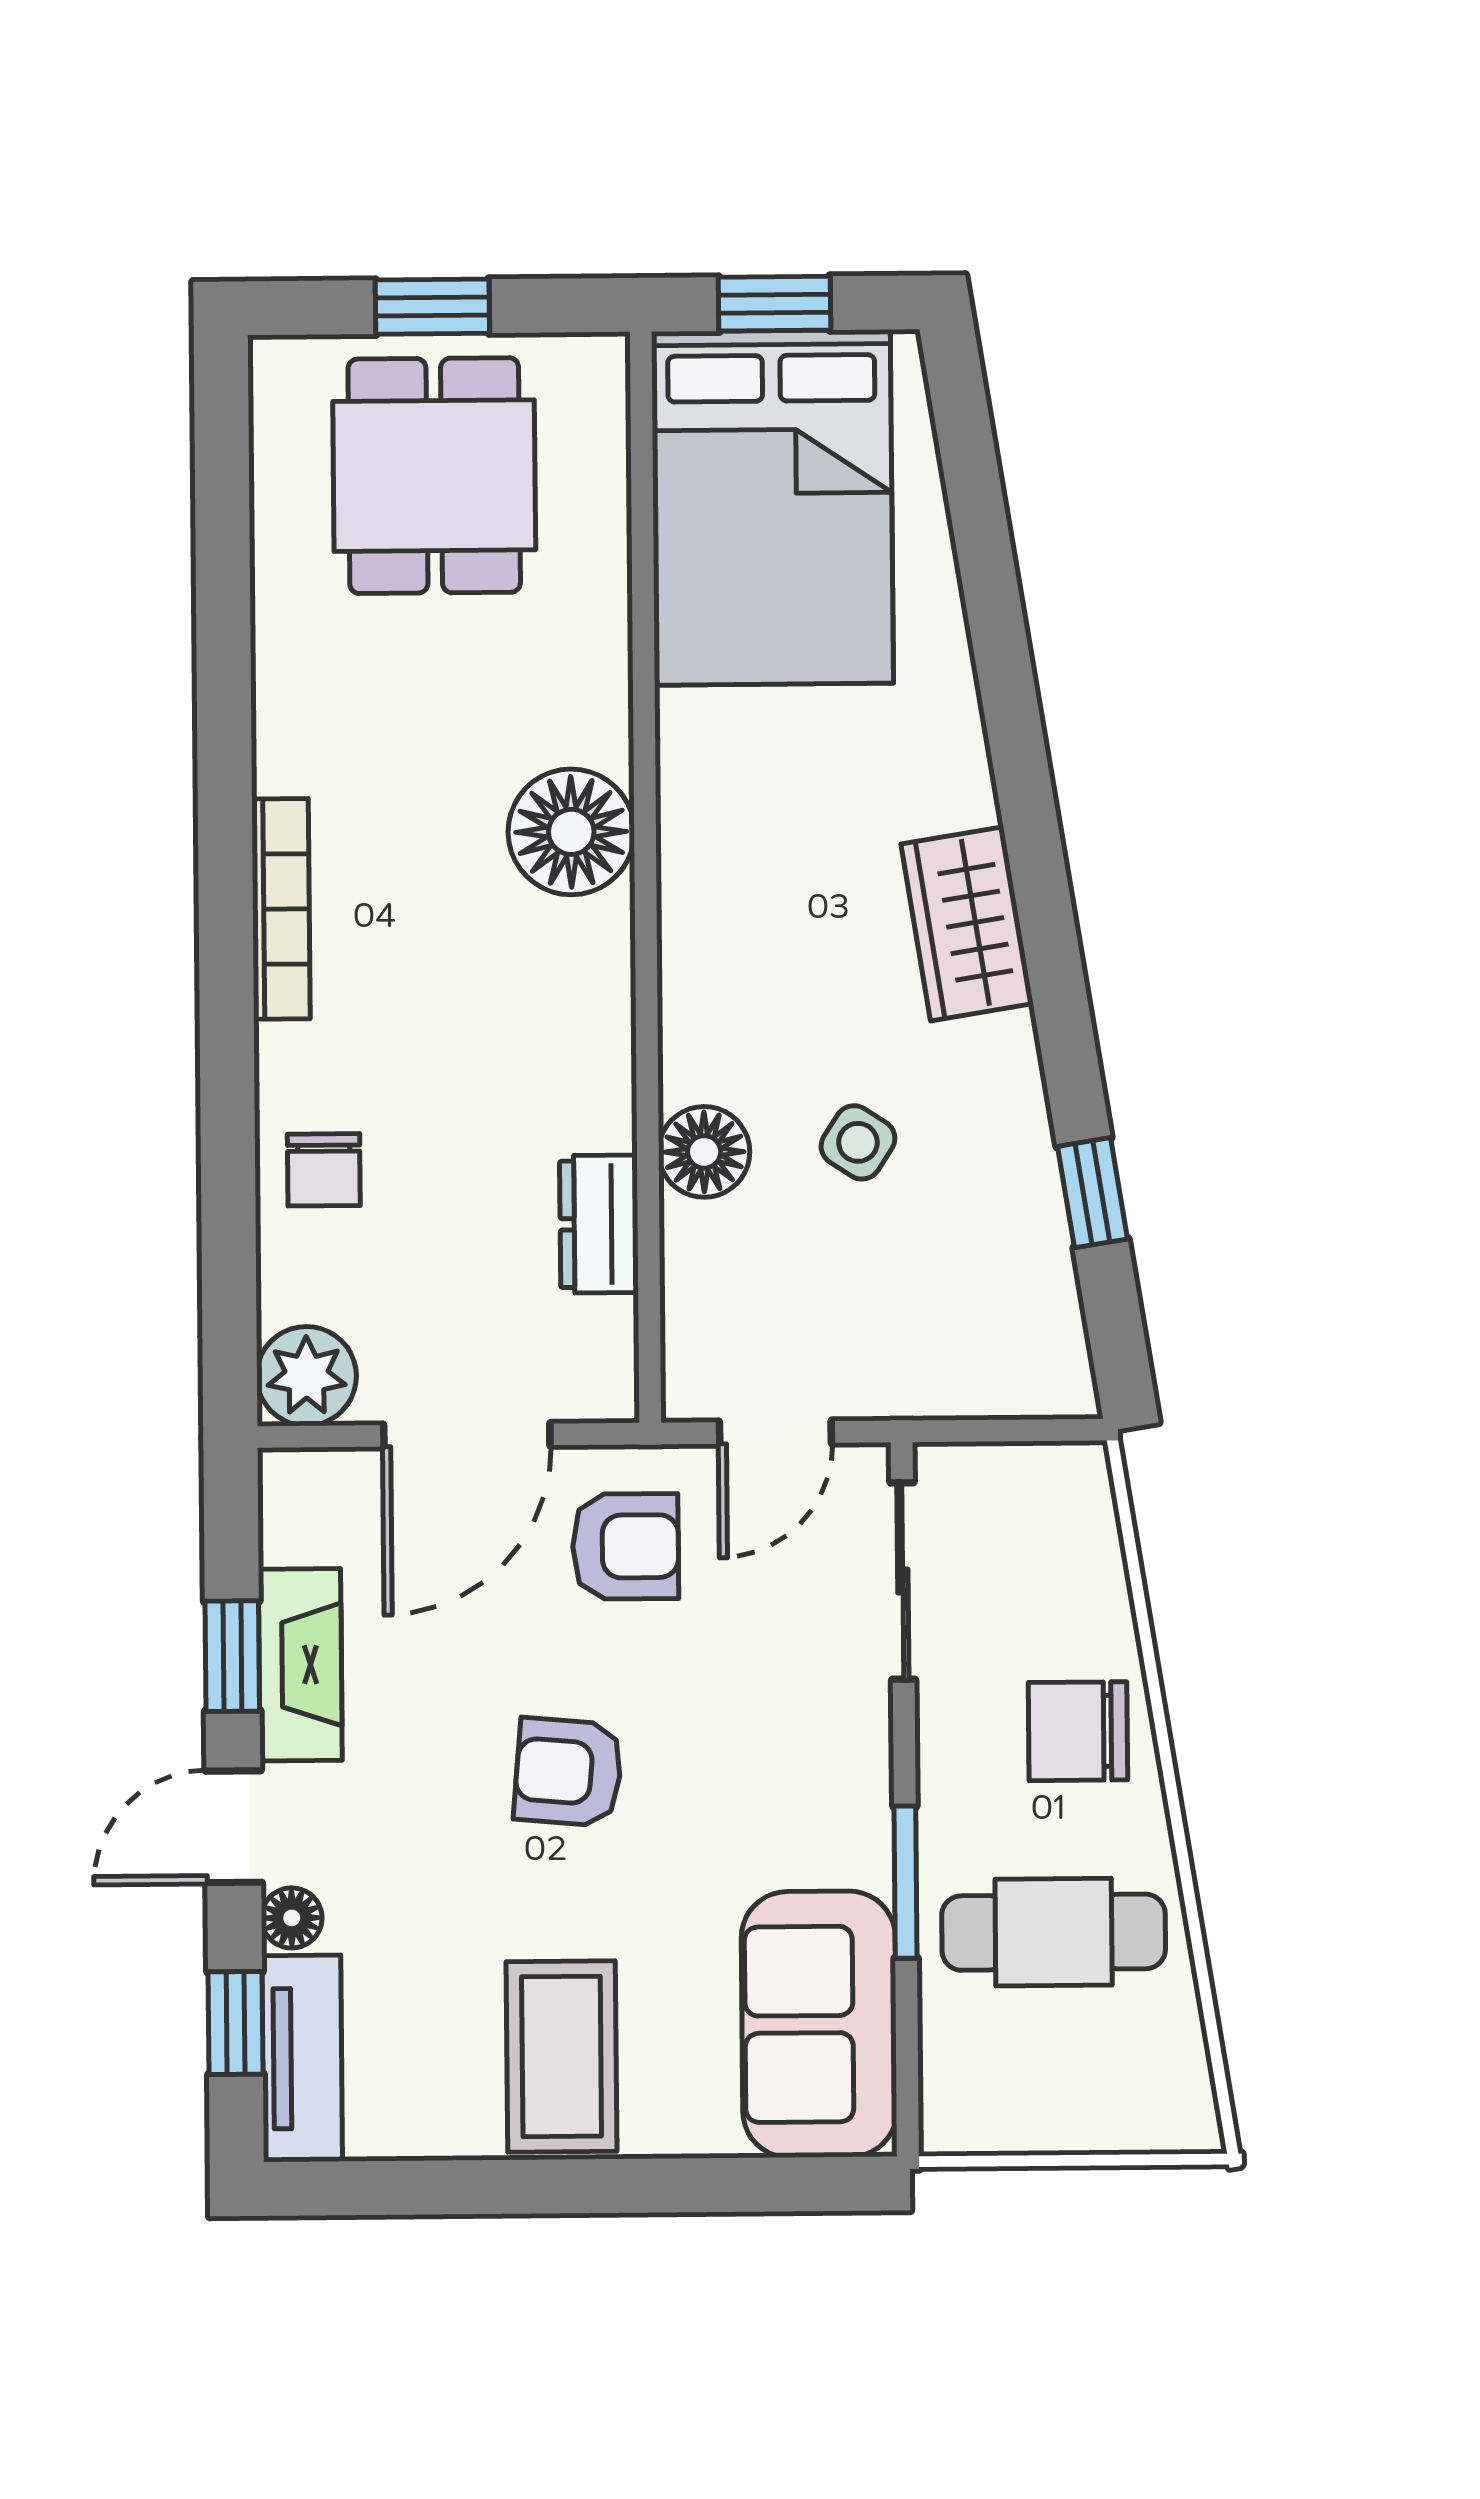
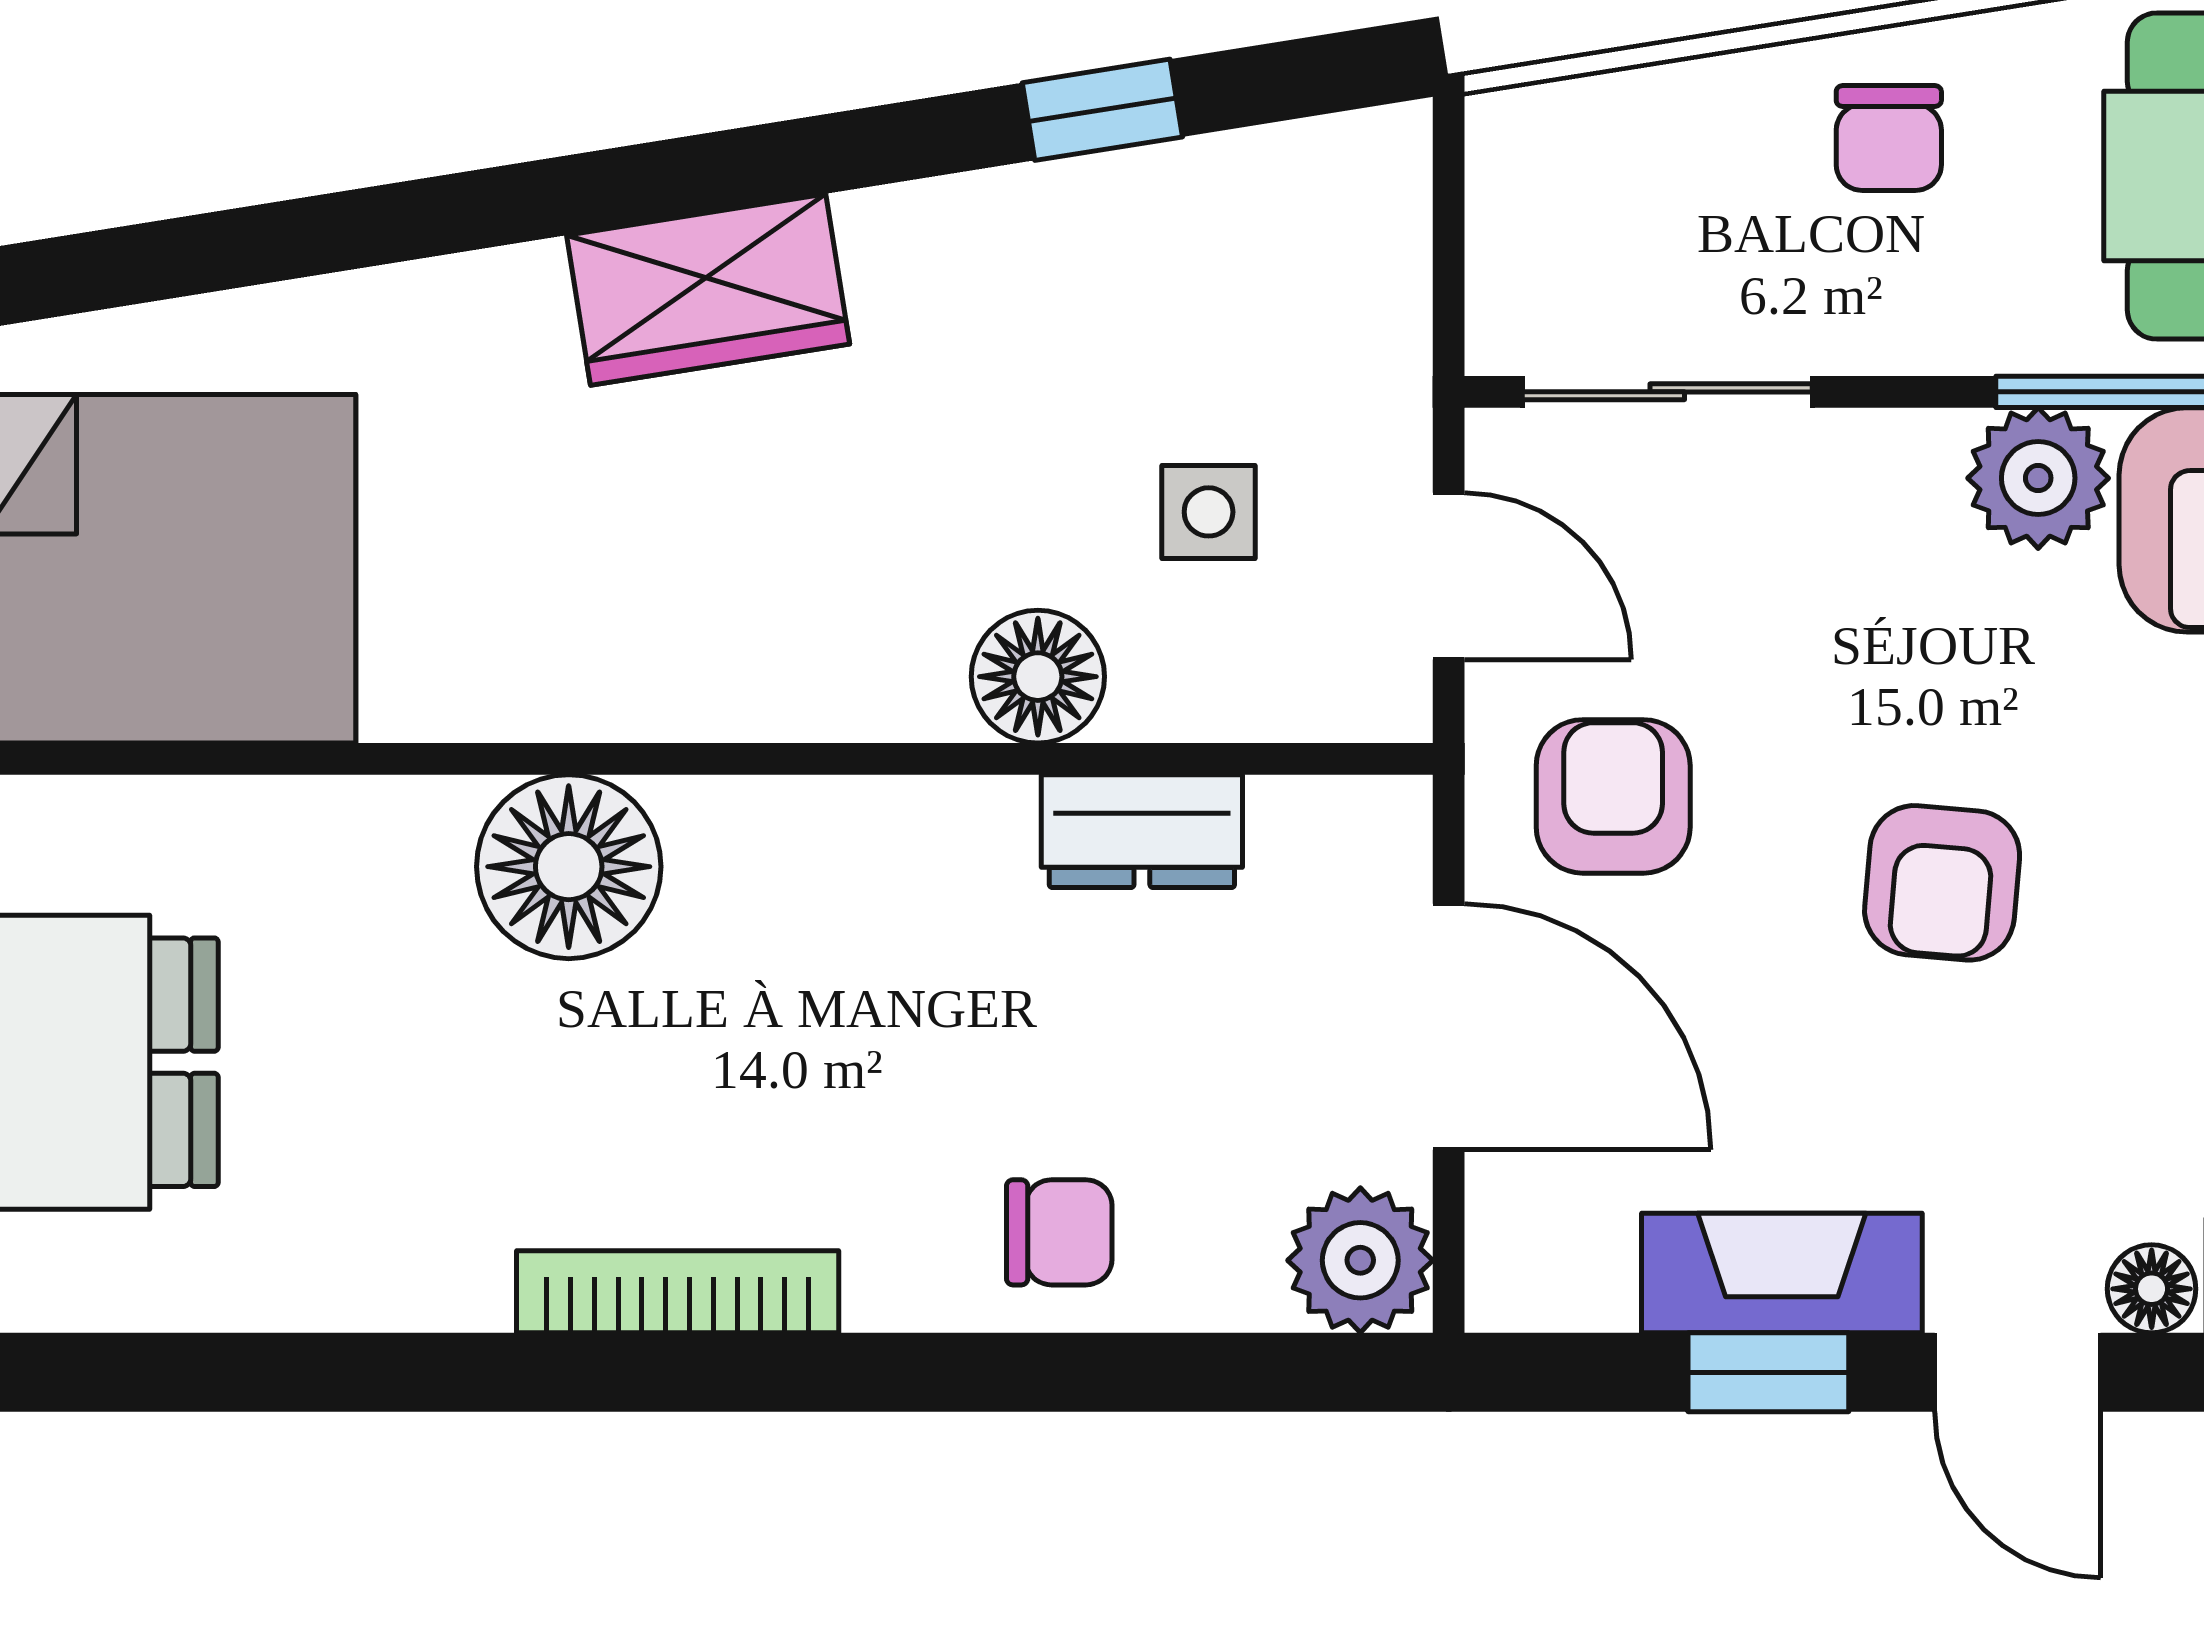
side table: (858, 1142) -> (1209, 512), moved, turned -33
chair: (1078, 1731) -> (1889, 138), width x0.73, depth x0.73
plant: (846, 1835) -> (2038, 478), added

